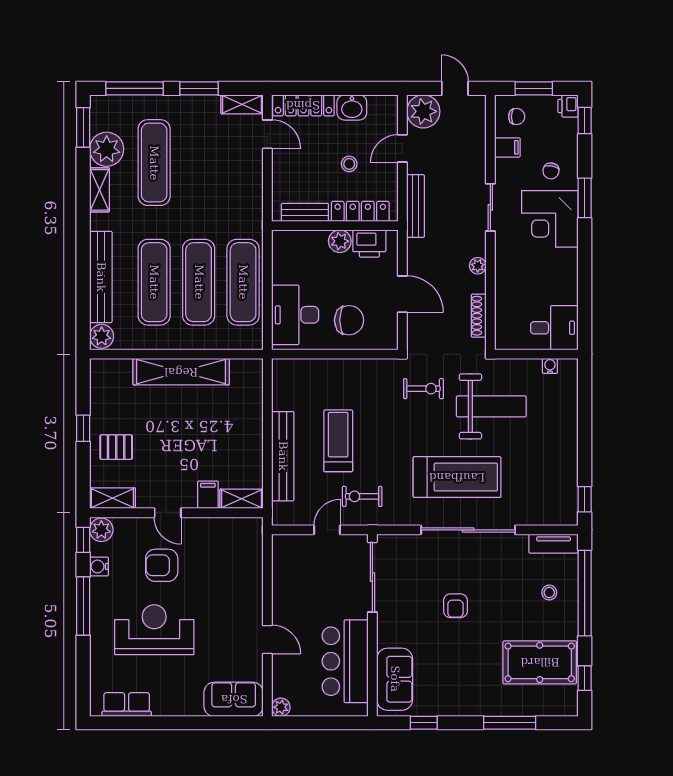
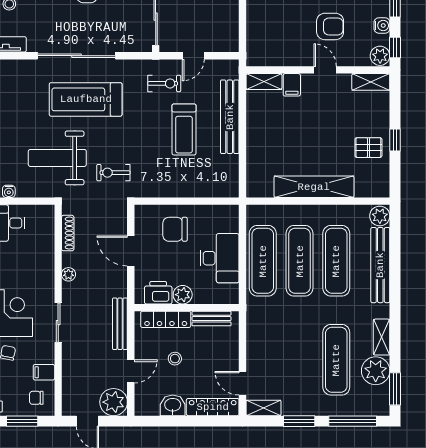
desk: (295, 315) -> (220, 258), moved
pallet: (116, 447) -> (368, 148), moved

